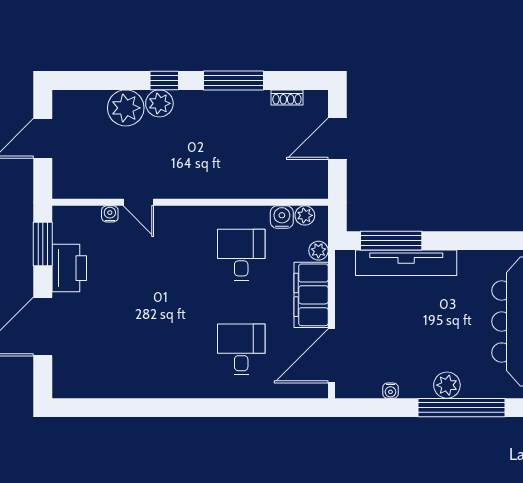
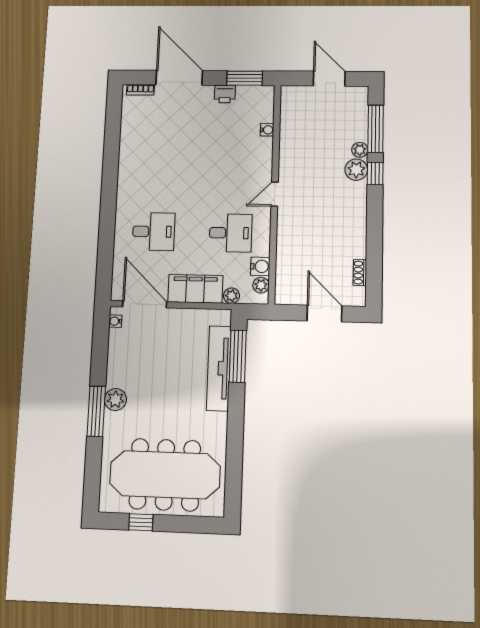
window: (234, 80) -> (376, 129), moved
plant: (126, 108) -> (360, 150), width x0.53, depth x0.53
door: (138, 202) -> (275, 194), moved
printer: (69, 268) -> (225, 94), width x0.53, depth x0.68
bookcase: (59, 375) -> (140, 90), added
water cooler: (390, 391) -> (115, 321), moved
window: (462, 408) -> (96, 411), width x0.68

